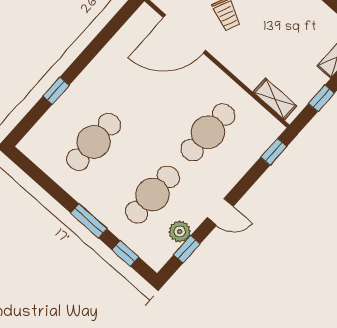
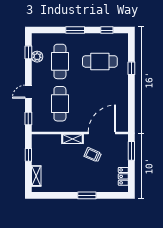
shelving: (275, 99) -> (72, 139), moved
cafe table: (94, 142) -> (100, 61), turned 90
door: (220, 212) -> (28, 92), moved
window: (125, 253) -> (107, 30), moved

